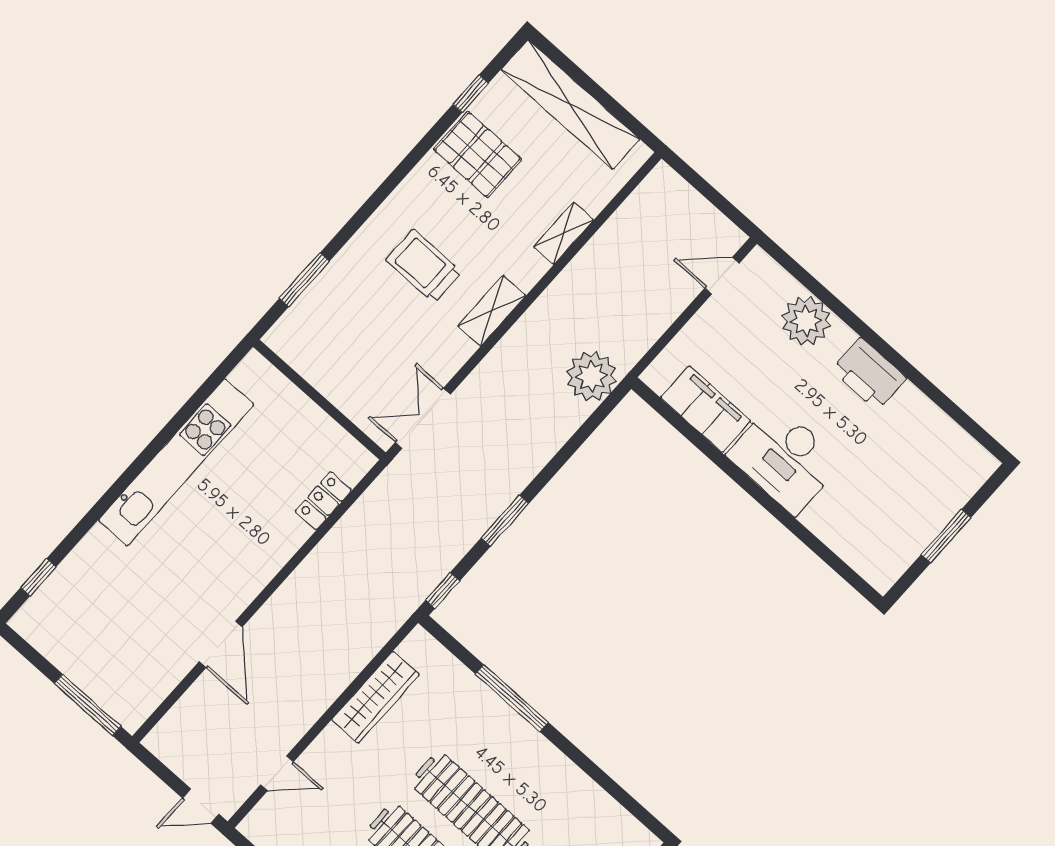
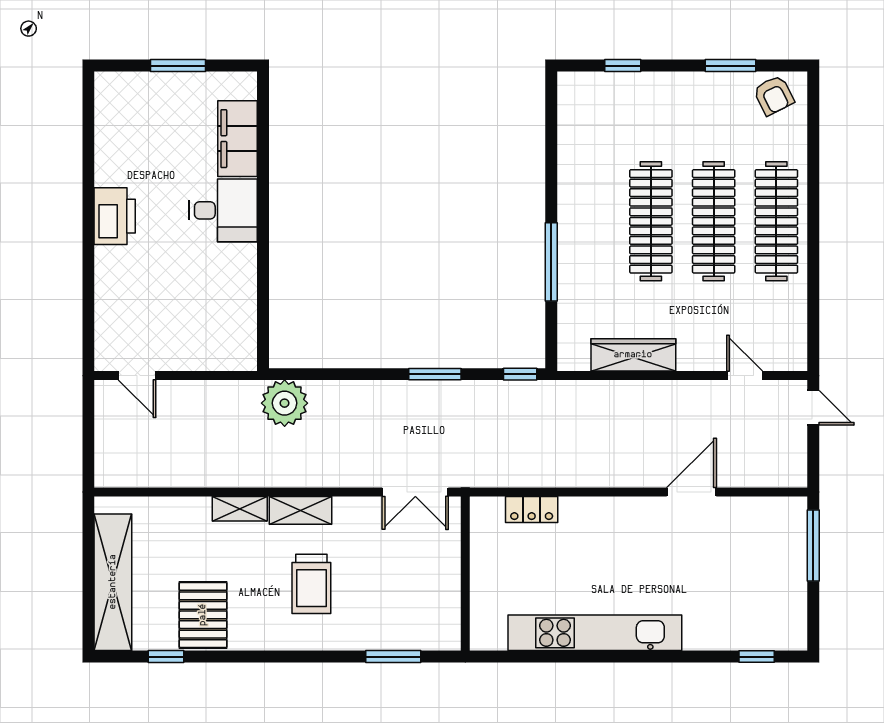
shelving: (564, 233) -> (240, 509), moved
plant: (806, 321) -> (117, 291), removed
filing cabinet: (706, 409) -> (238, 139), moved
desk: (785, 459) -> (223, 210), width x0.73

